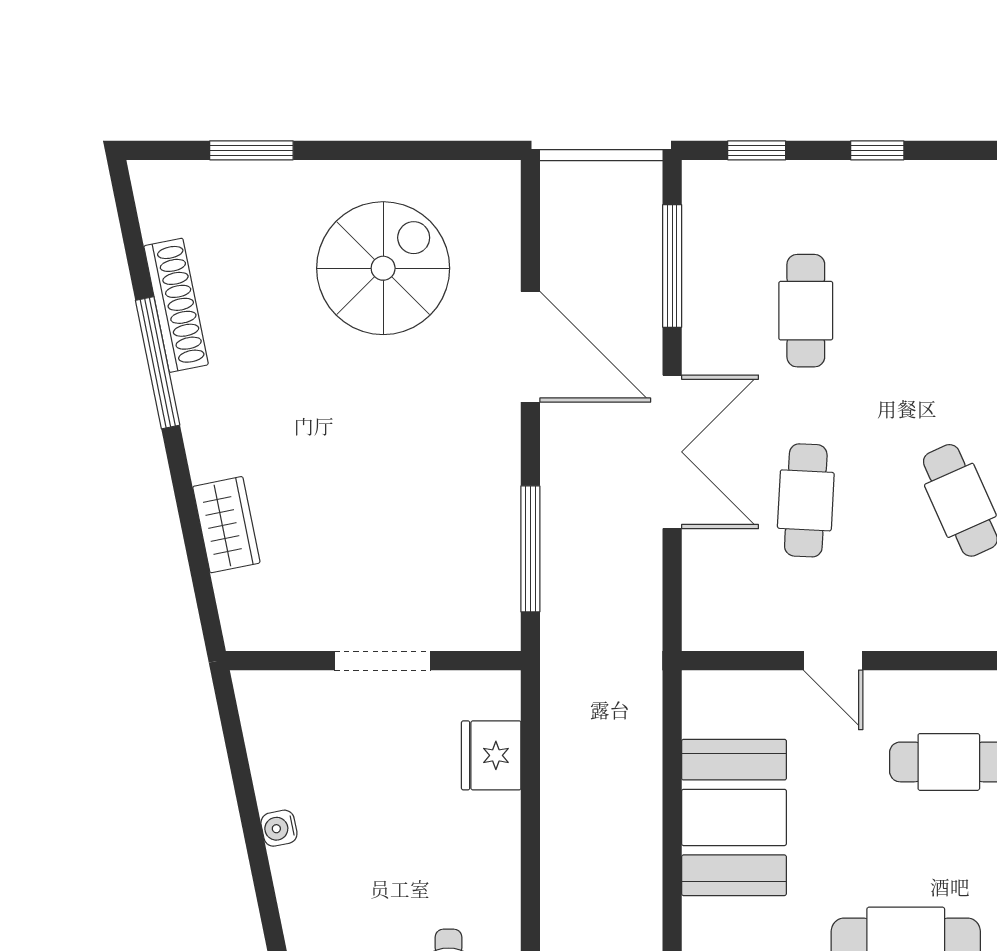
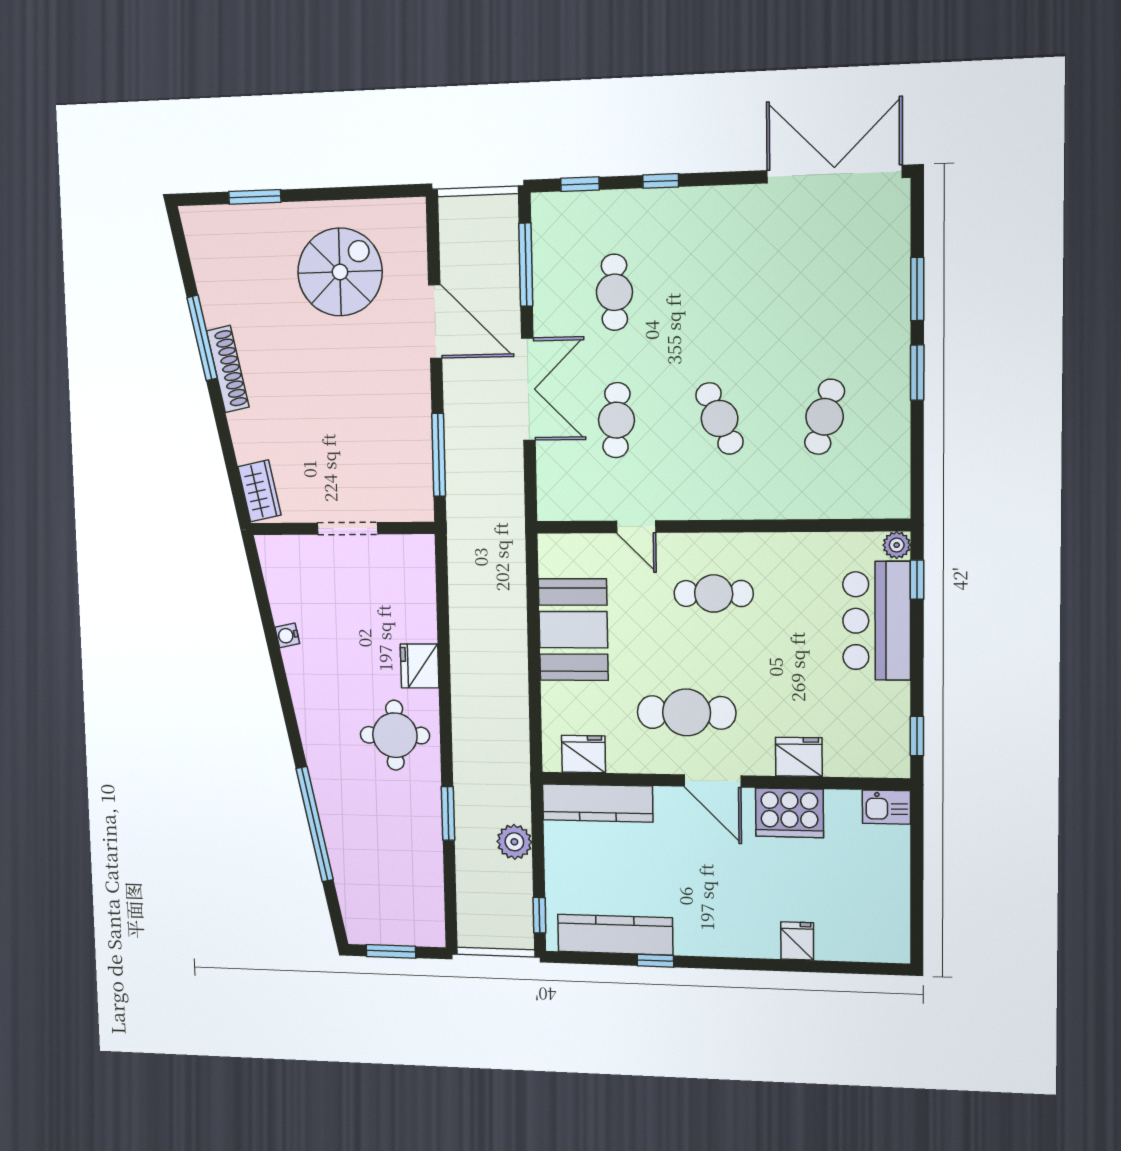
shoe rack: (176, 305) -> (228, 369), moved
wardrobe: (226, 525) -> (259, 491), moved
fridge: (491, 755) -> (420, 666), moved

